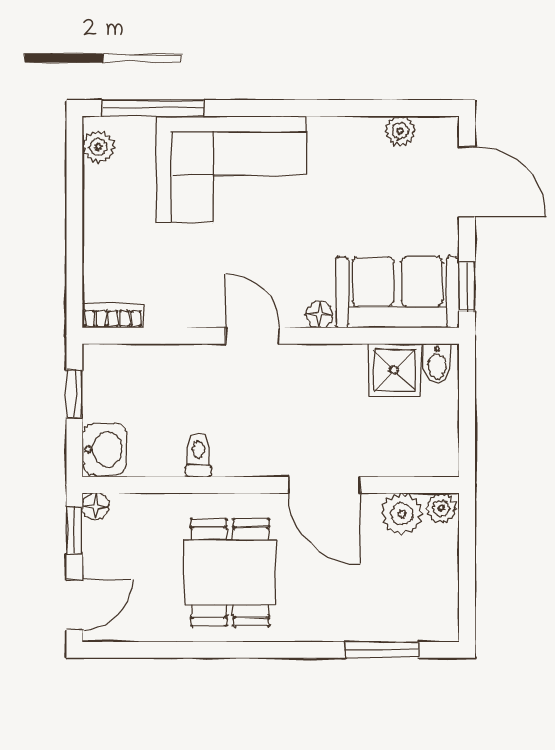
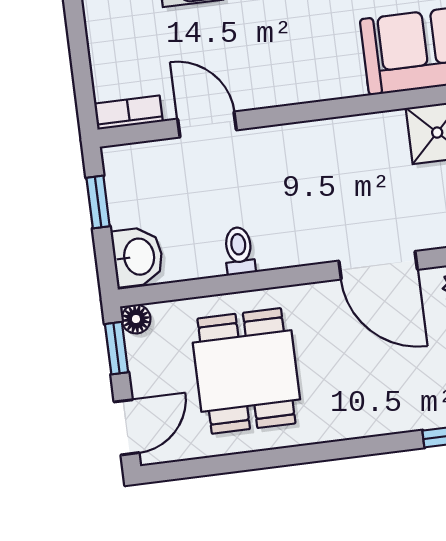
floor lamp: (319, 315) -> (350, 83), removed
door: (253, 336) -> (207, 125), moved
dining table: (230, 572) -> (246, 371), moved

